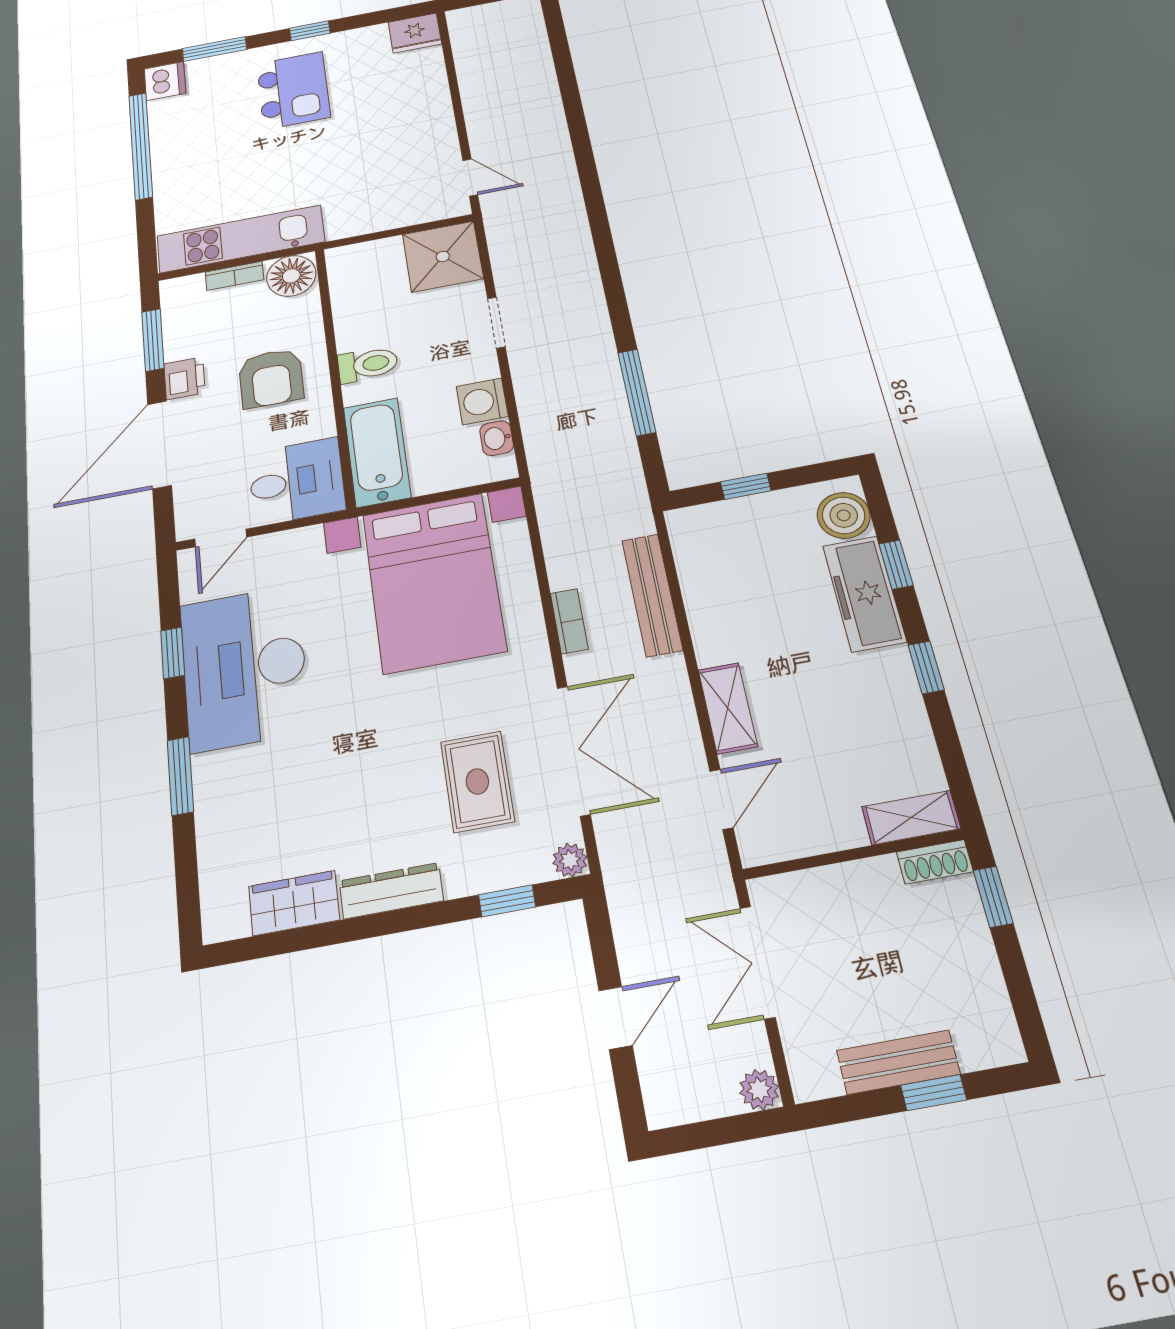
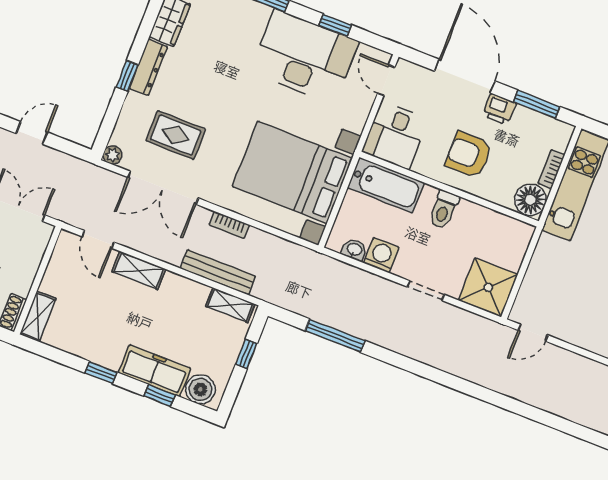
shelving: (689, 549) -> (230, 305), added
window: (507, 901) -> (127, 76), moved
door: (615, 1018) -> (32, 133), swing flipped

